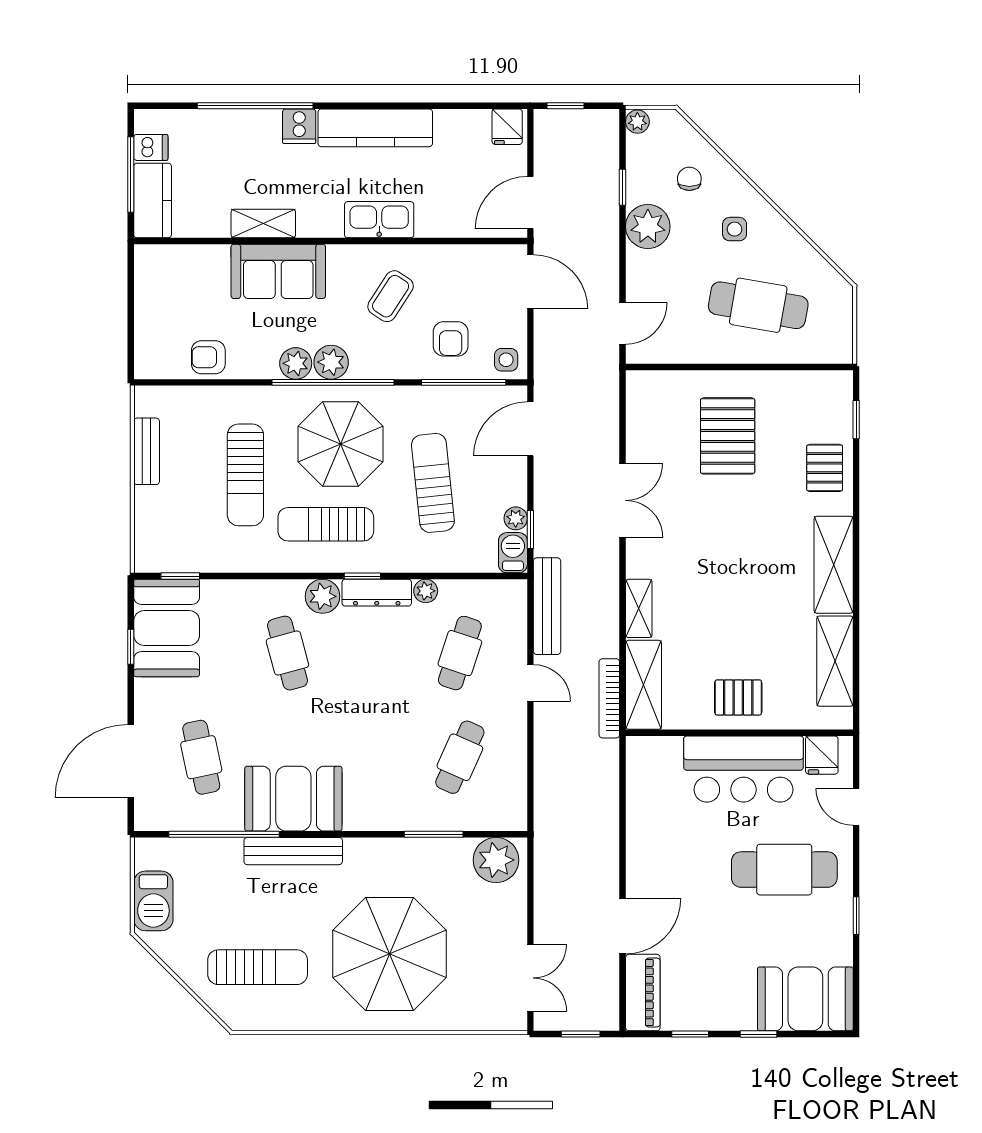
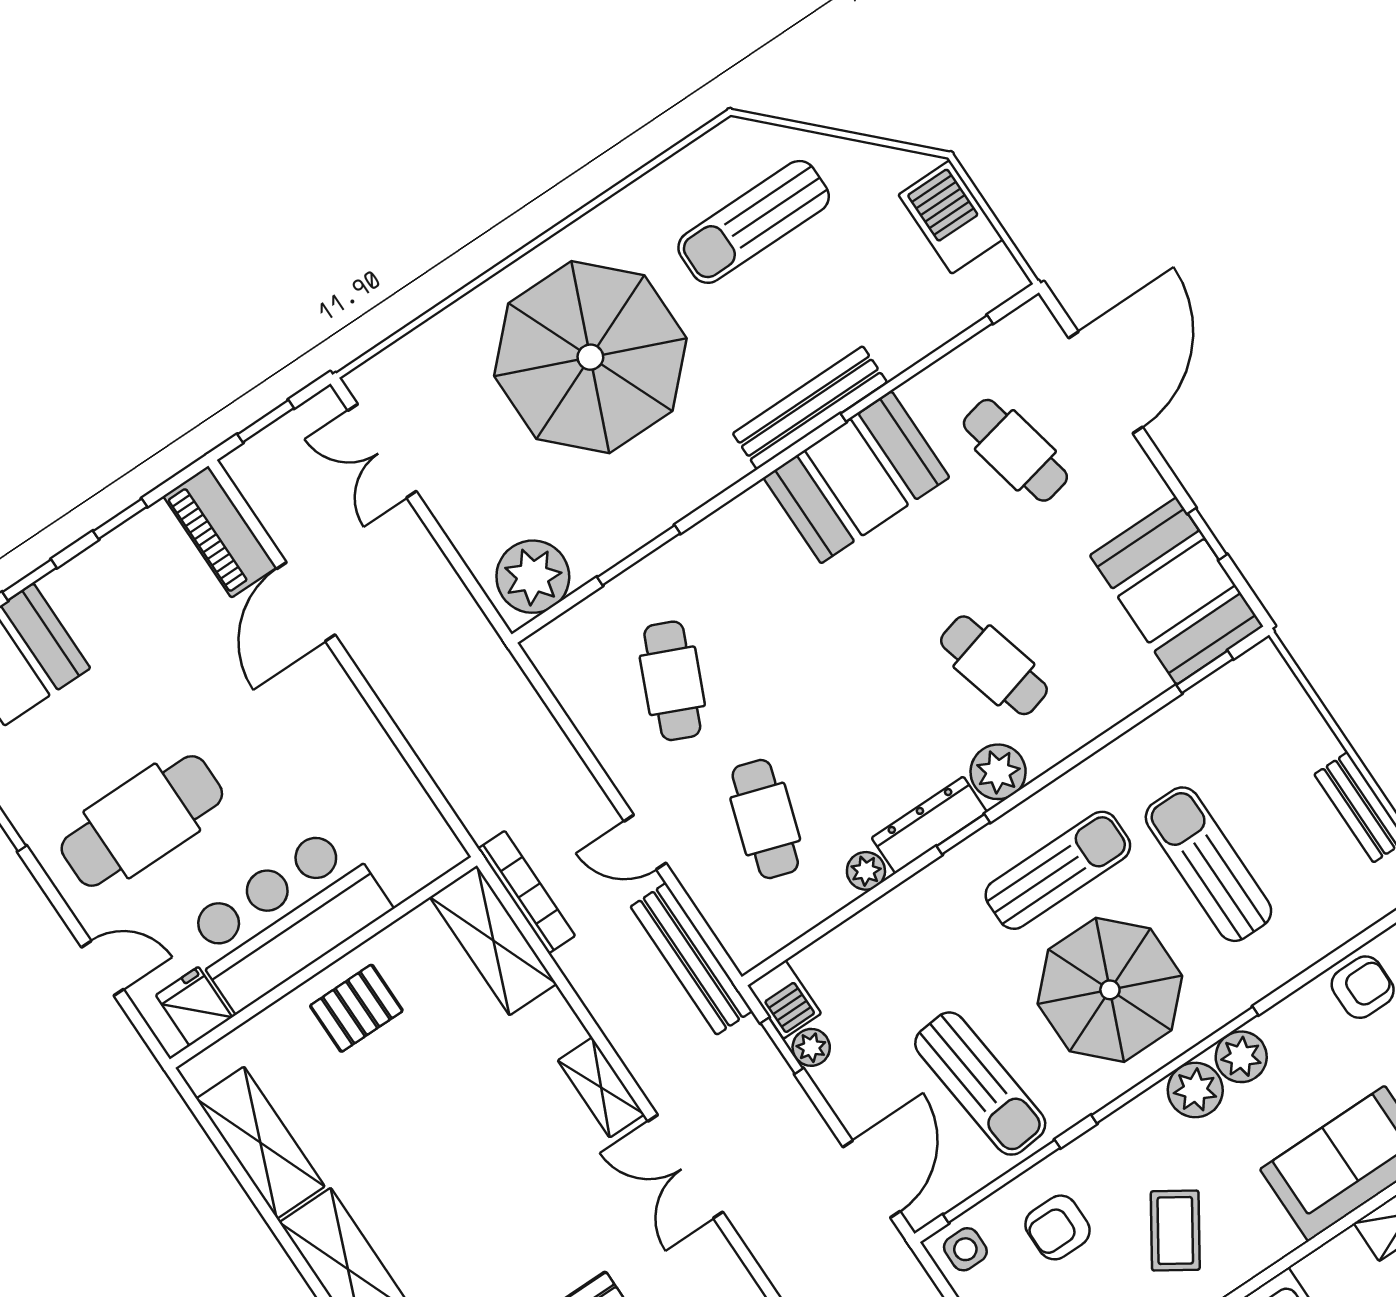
armchair: (451, 339) -> (1058, 1227), turned -90
sun lounger: (433, 483) -> (980, 1084), moved
shelving: (639, 608) -> (601, 1087), moved

